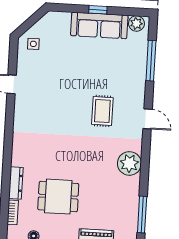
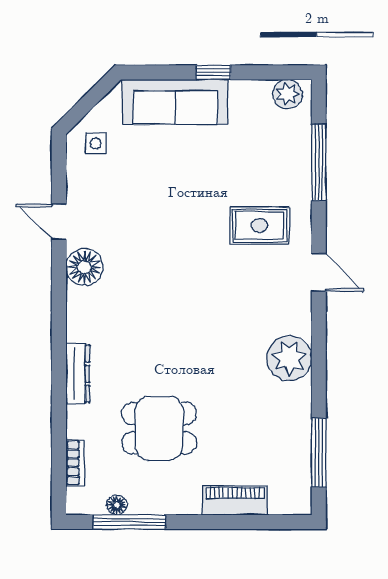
sofa: (99, 25) -> (175, 102), moved
floor lamp: (24, 109) -> (84, 267), added
rug: (102, 111) -> (259, 226), moved, turned 90
dresser: (16, 183) -> (78, 374), moved

